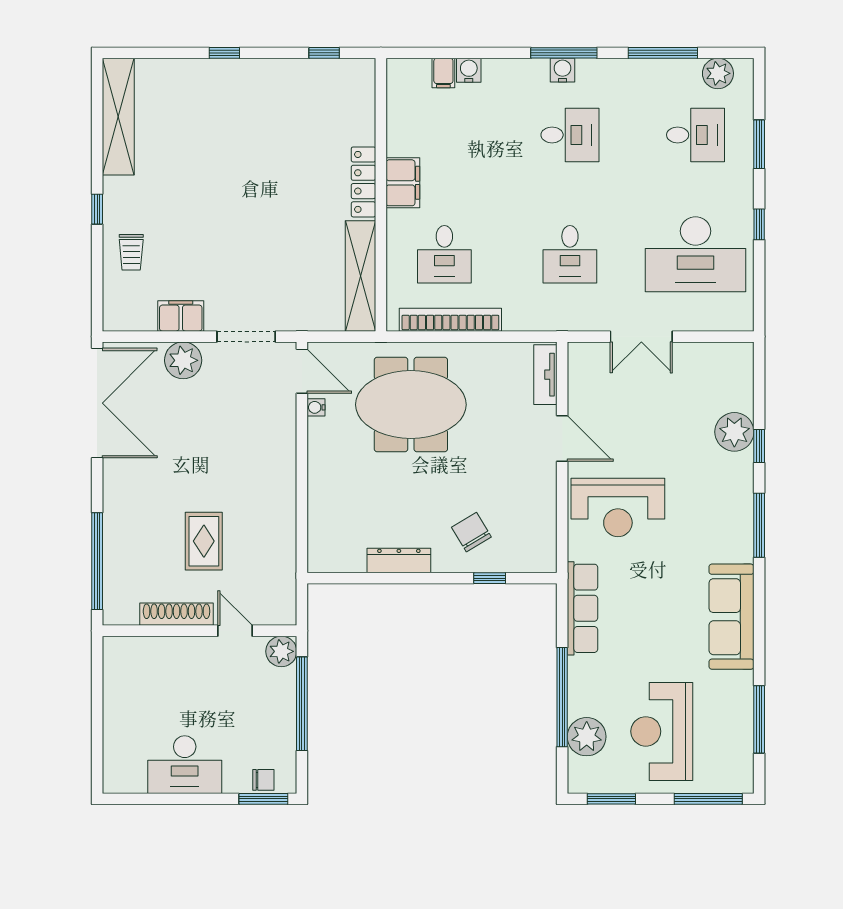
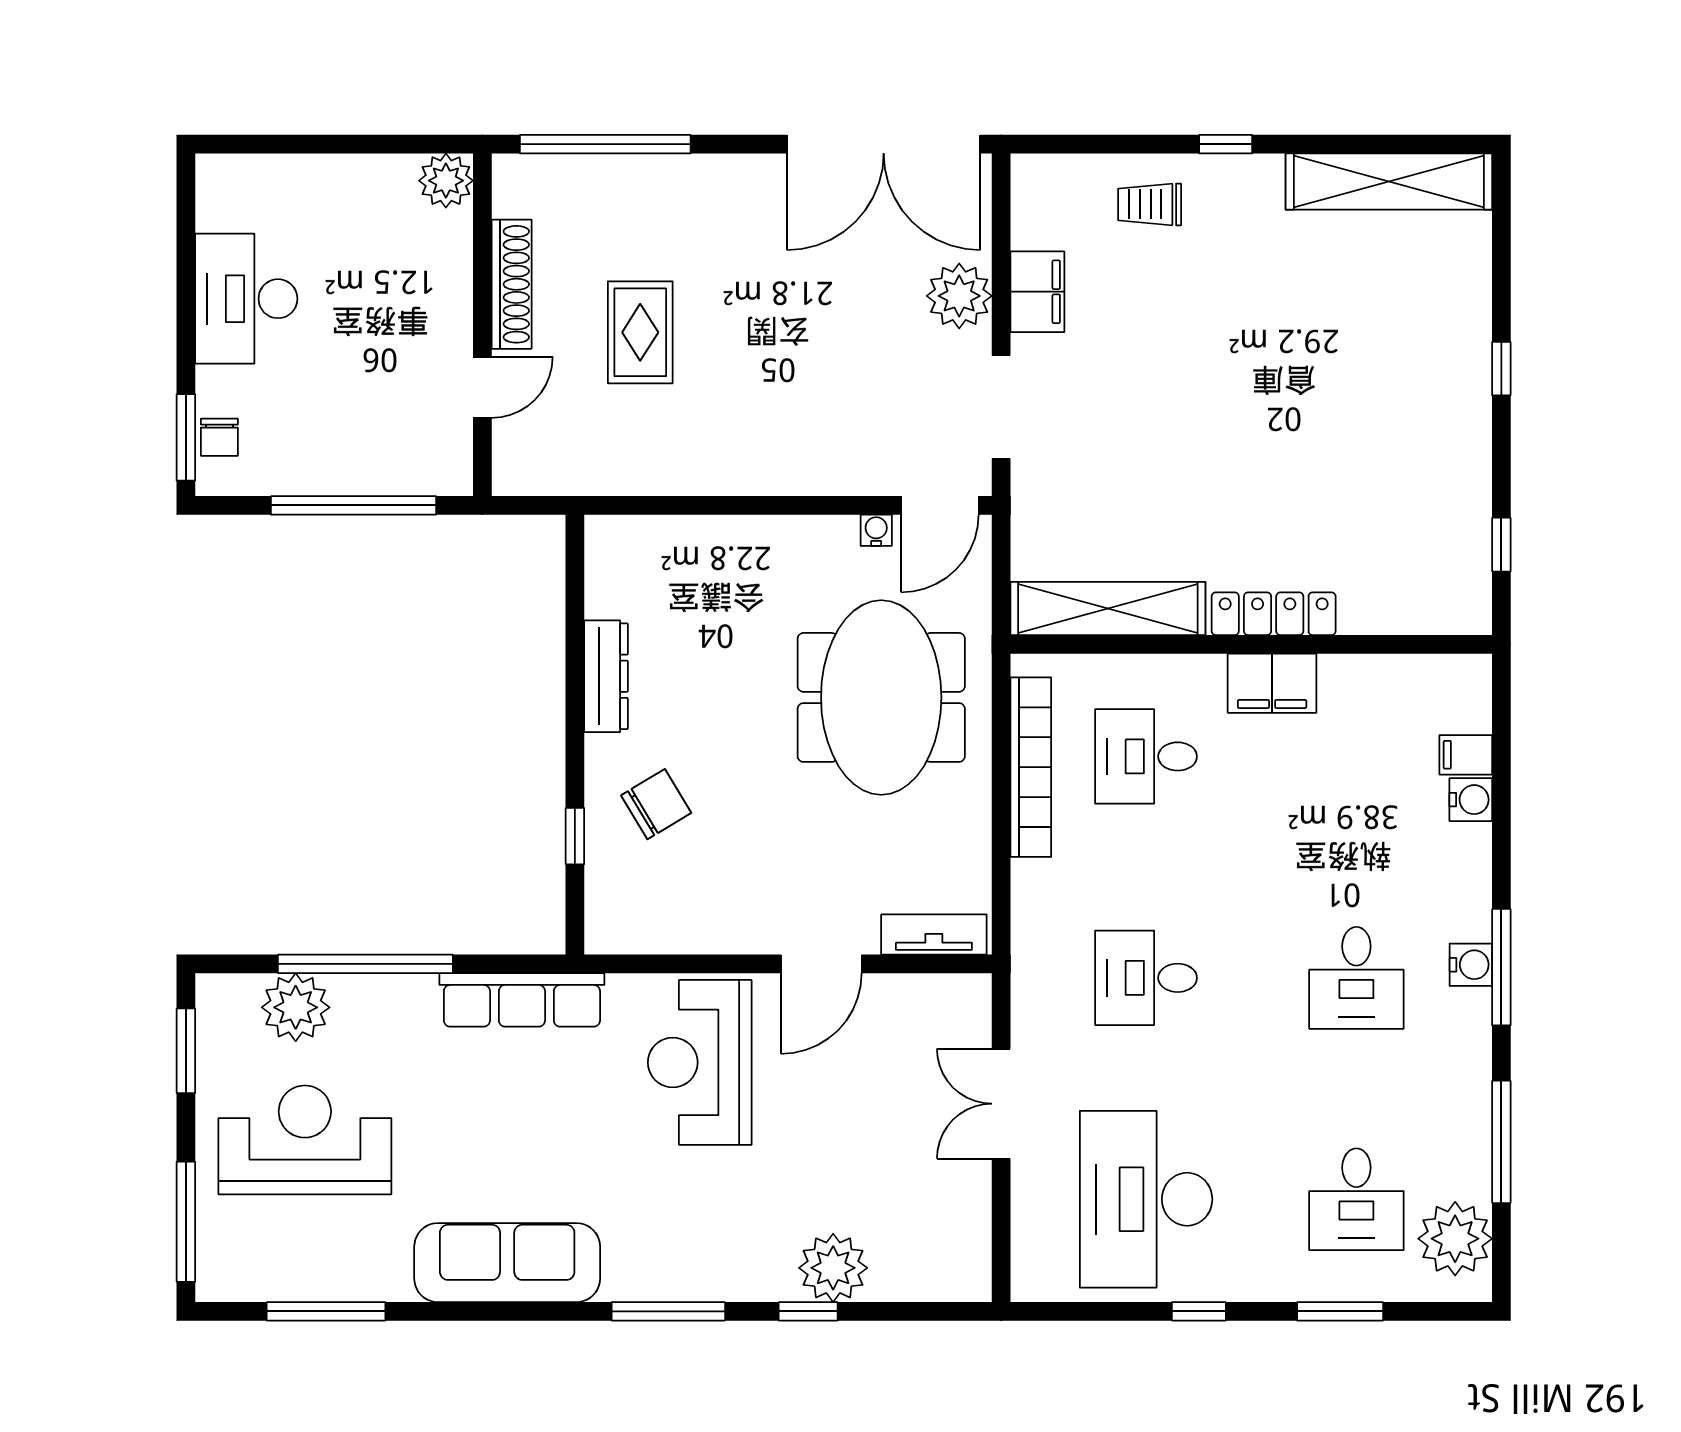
plant: (718, 73) -> (1455, 1239), width x1.36, depth x1.36
rug: (204, 541) -> (640, 332), turned 90
plant: (281, 651) -> (446, 181), moved

